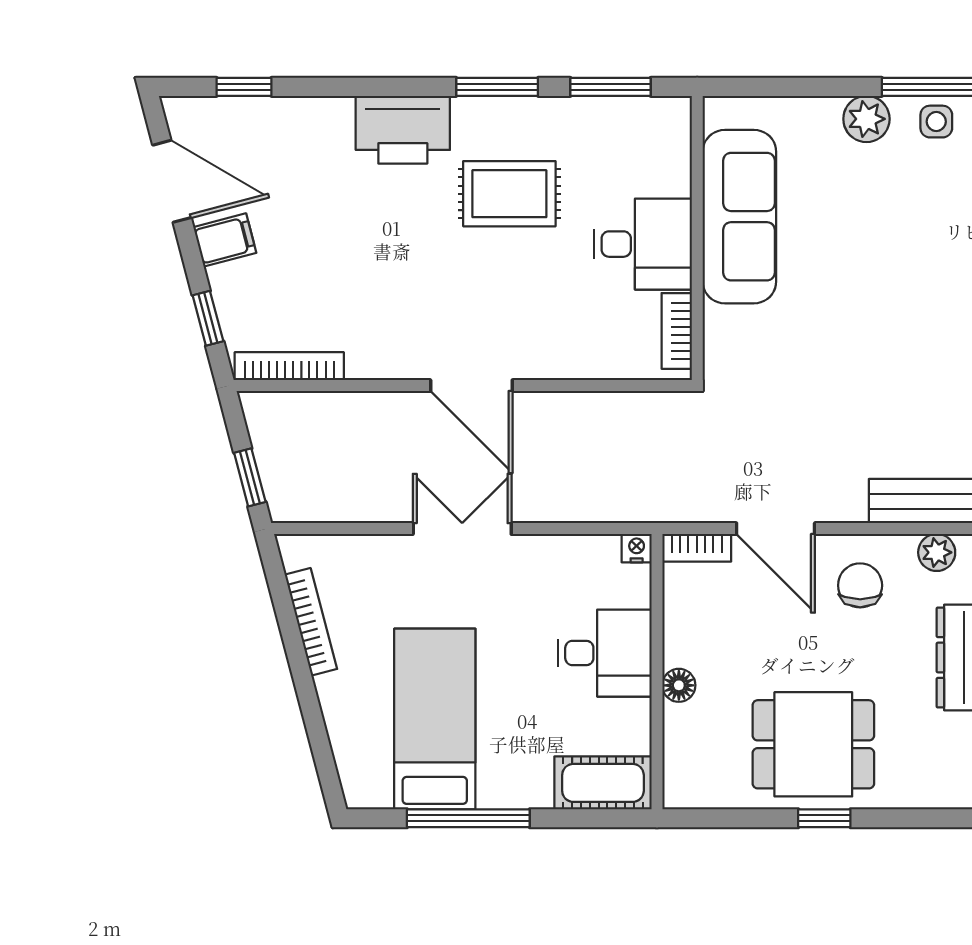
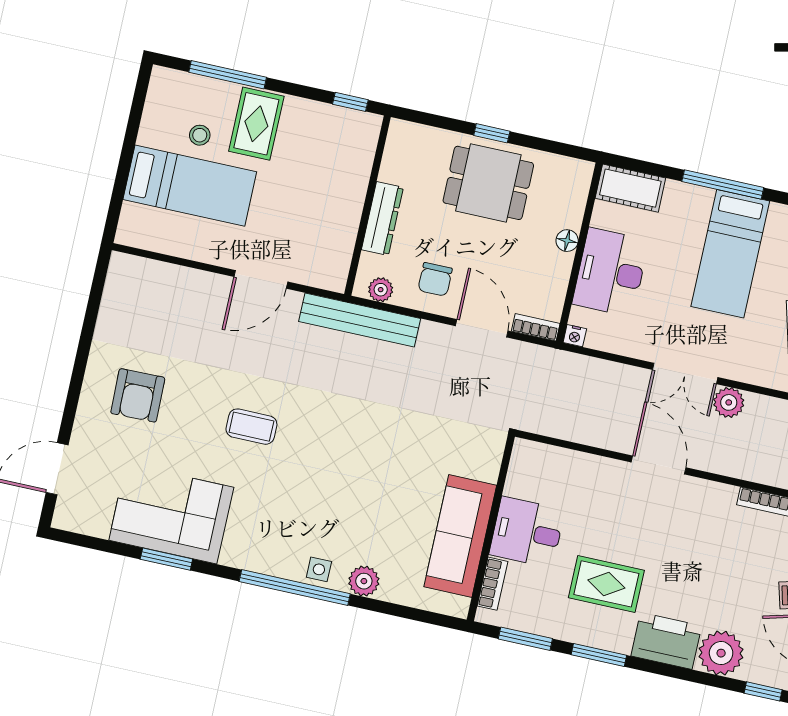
plant: (318, 130) -> (721, 653), added
bookcase: (677, 331) -> (492, 584), moved
plant: (389, 500) -> (729, 402), added
desk: (605, 653) -> (611, 272), width x1.37

